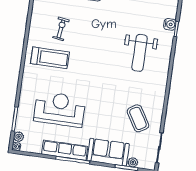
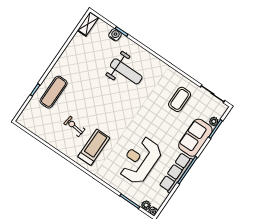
coffee table: (138, 118) -> (180, 99), turned -59

